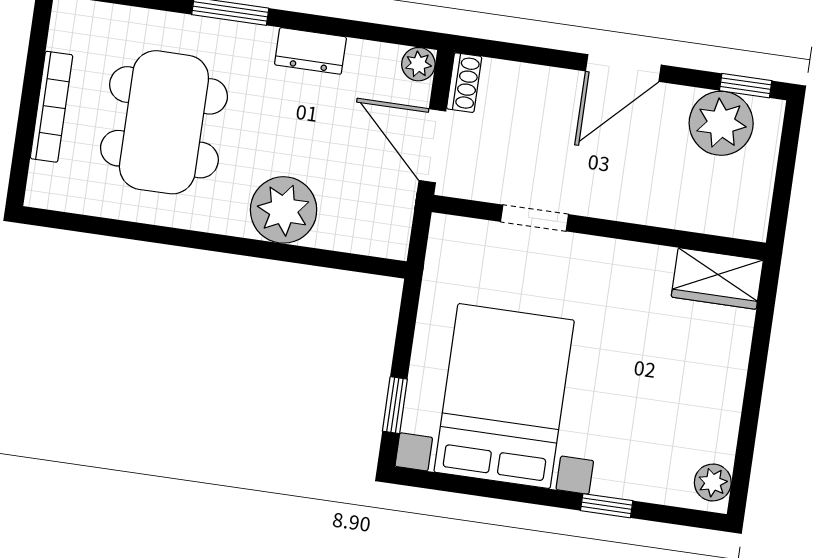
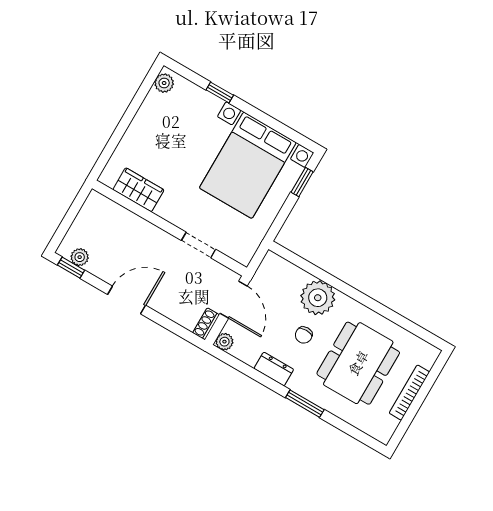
plant: (721, 123) -> (80, 257), width x0.53, depth x0.53
chair: (282, 133) -> (304, 335), added
wardrobe: (717, 278) -> (138, 190), moved

